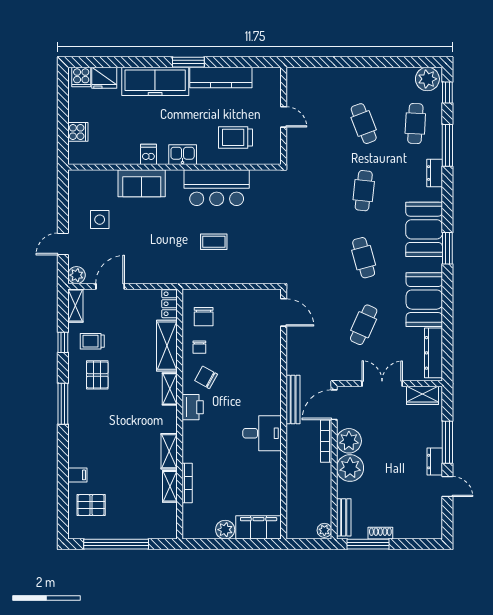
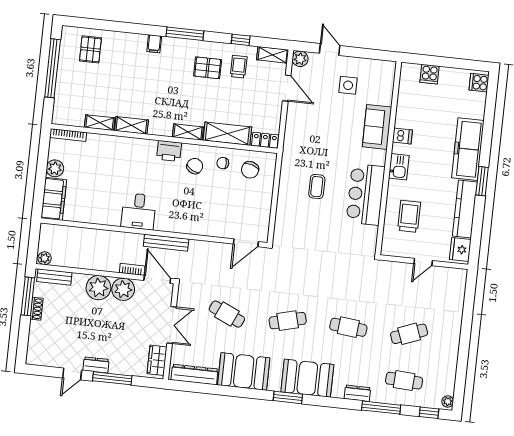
fridge: (104, 78) -> (460, 250), moved
plant: (427, 79) -> (448, 401), width x0.53, depth x0.53
chair: (204, 317) -> (250, 170), turned -73
bookcase: (326, 441) -> (132, 269), width x0.64
filing cabinet: (77, 475) -> (154, 44), moved
bookcase: (187, 483) -> (68, 135), moved

